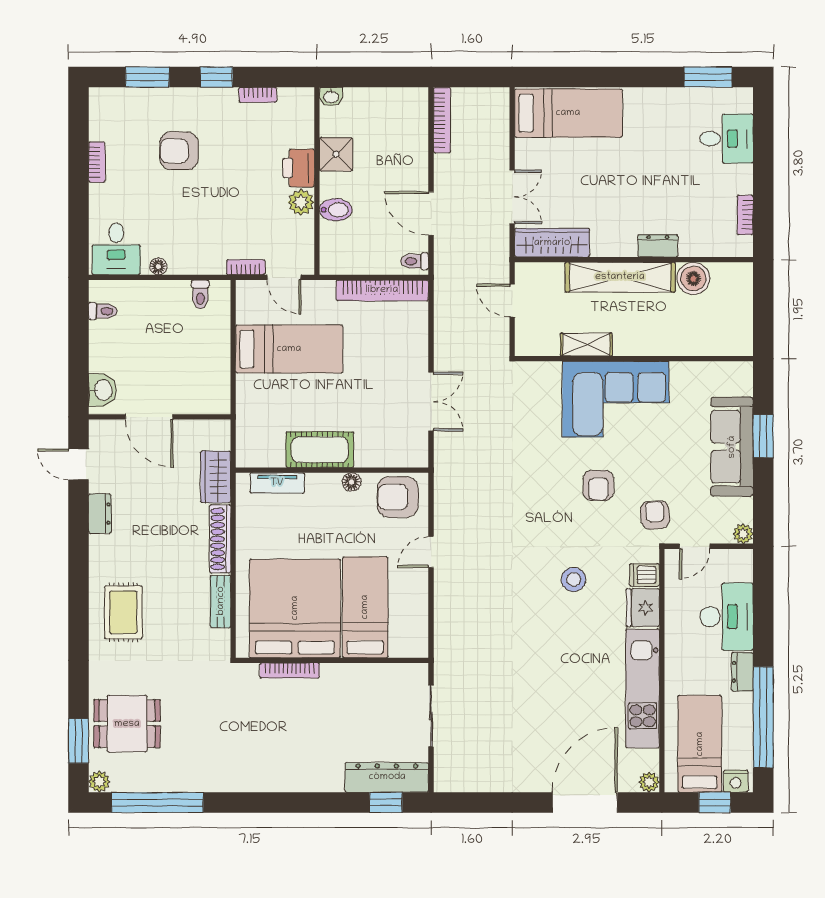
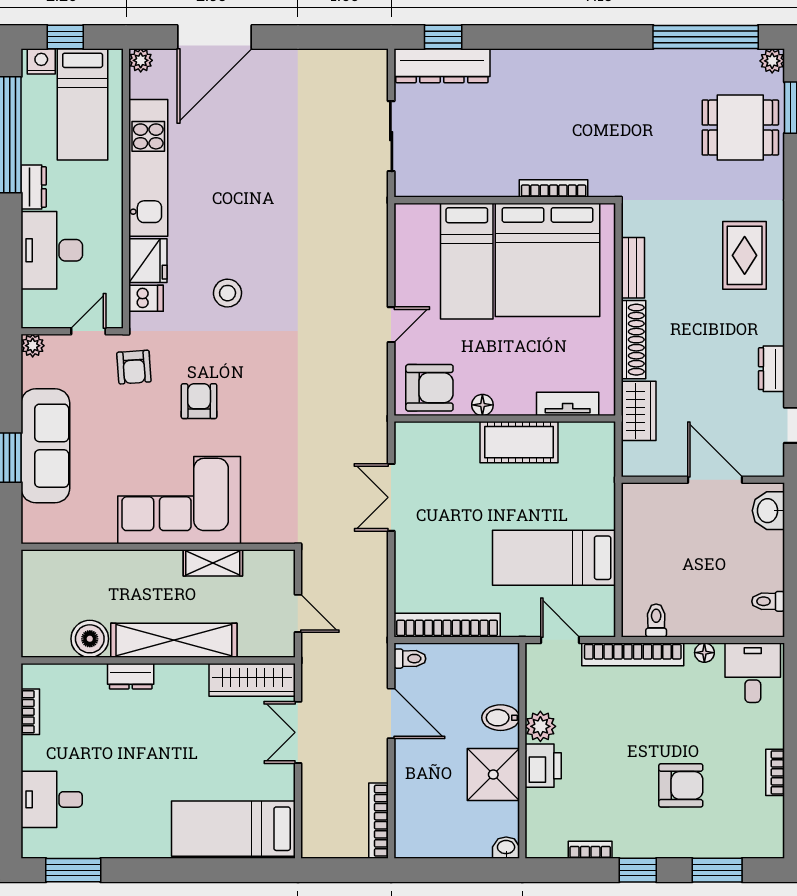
shower: (336, 154) -> (493, 775), width x1.36, depth x1.36
bookcase: (246, 267) -> (633, 654), width x2.31, depth x1.31

